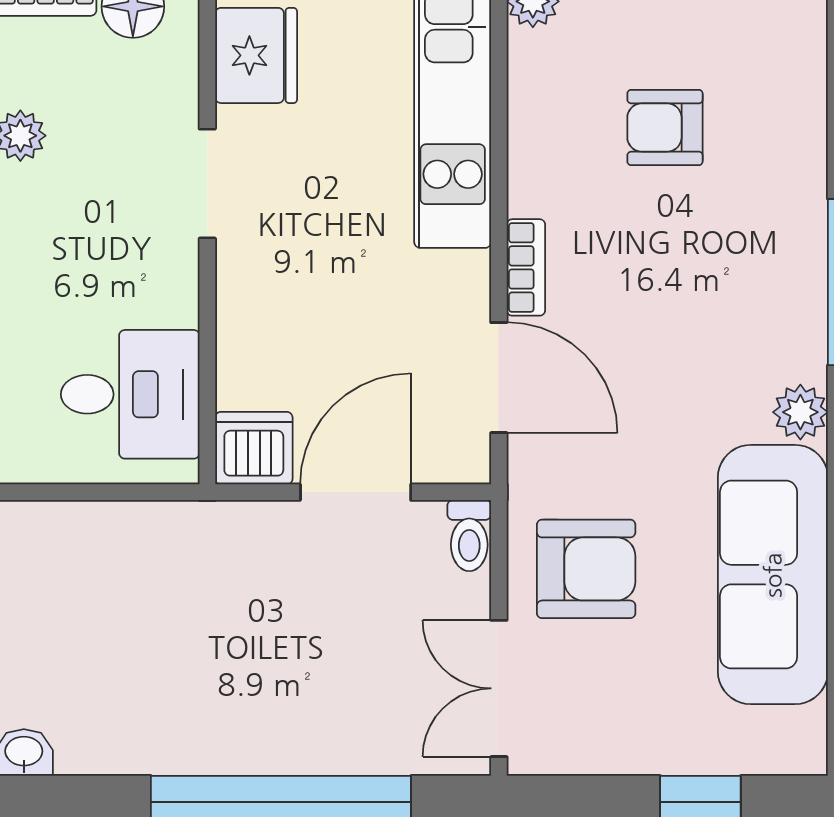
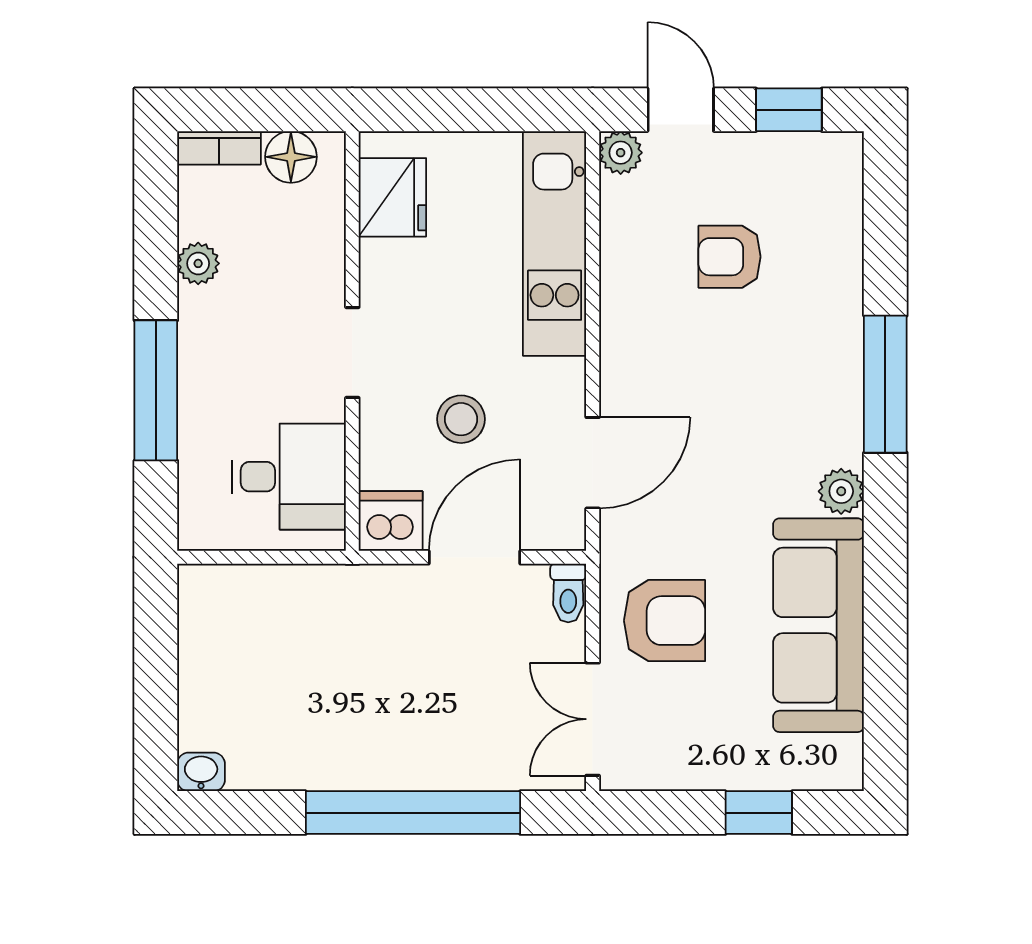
doorway: (207, 184) -> (352, 352), moved
bookcase: (526, 267) -> (615, 372), removed
stool: (339, 325) -> (461, 419), added
door: (499, 378) -> (593, 463), hinge flipped

